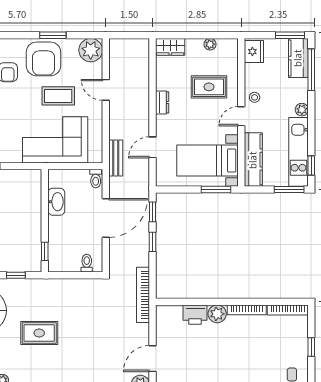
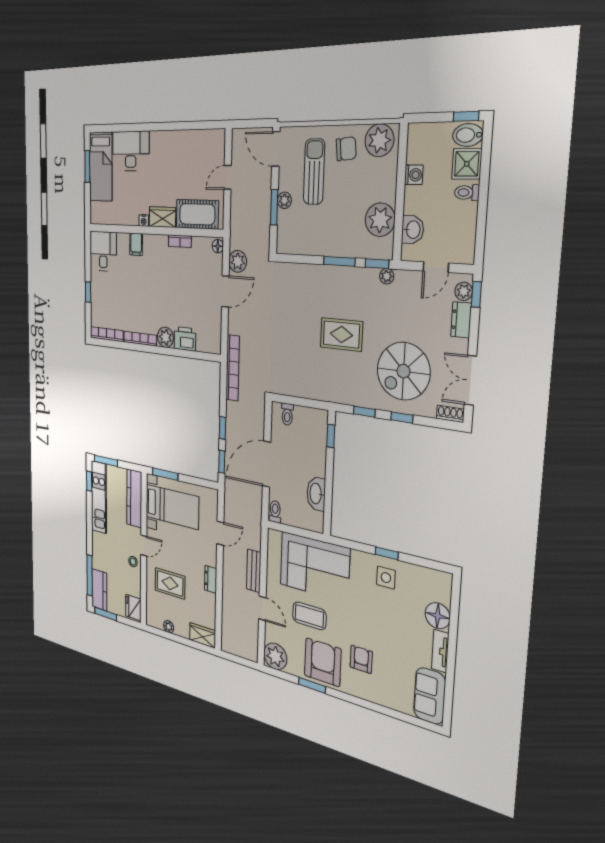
plant: (302, 110) -> (97, 539), removed
bench: (116, 158) -> (254, 571), moved

